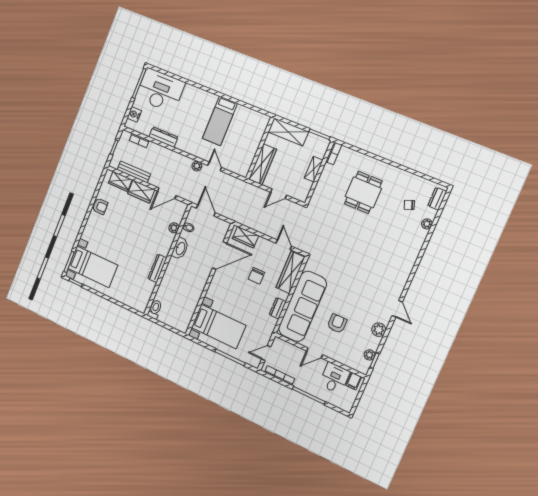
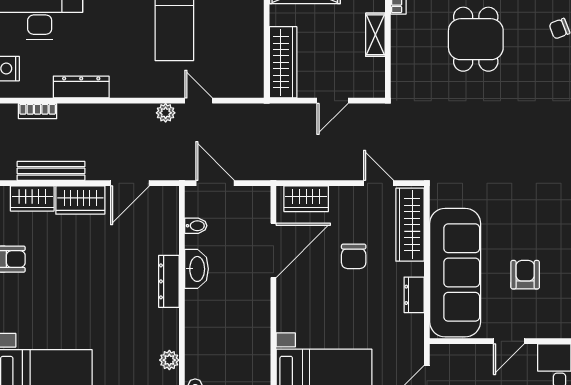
plant: (174, 228) -> (169, 360), moved
dresser: (157, 268) -> (169, 281), moved

